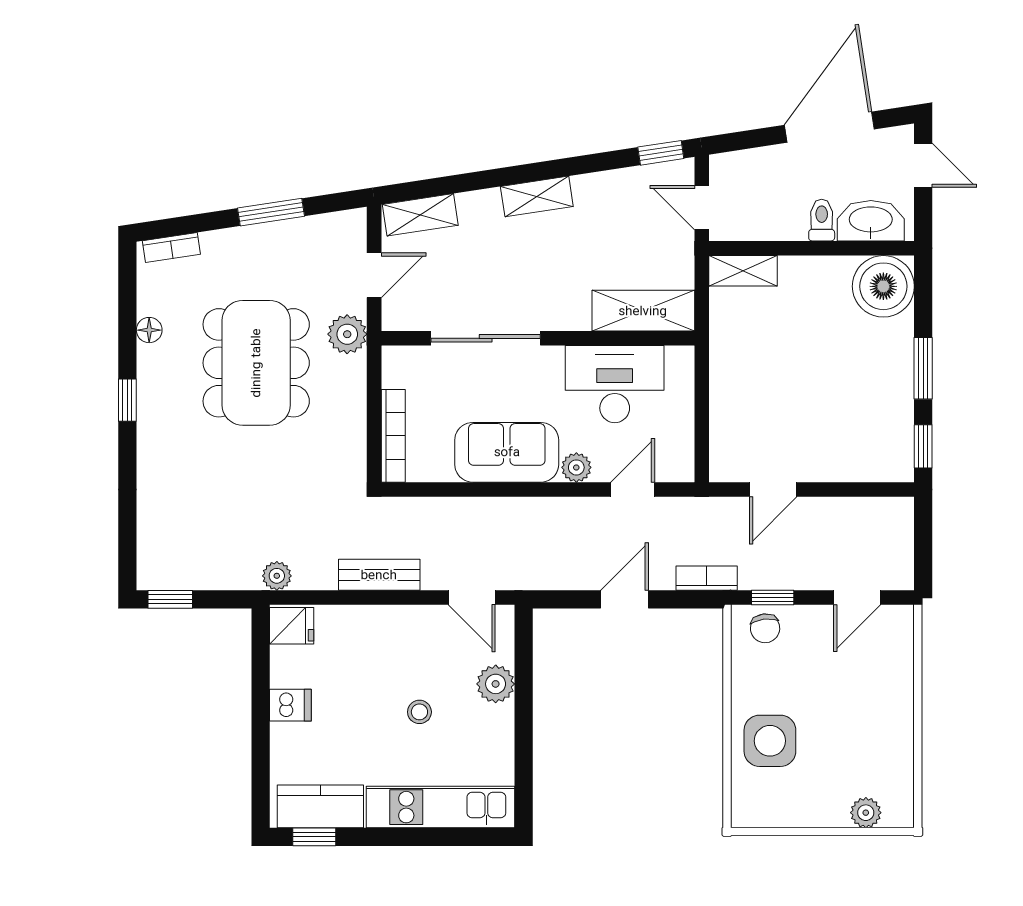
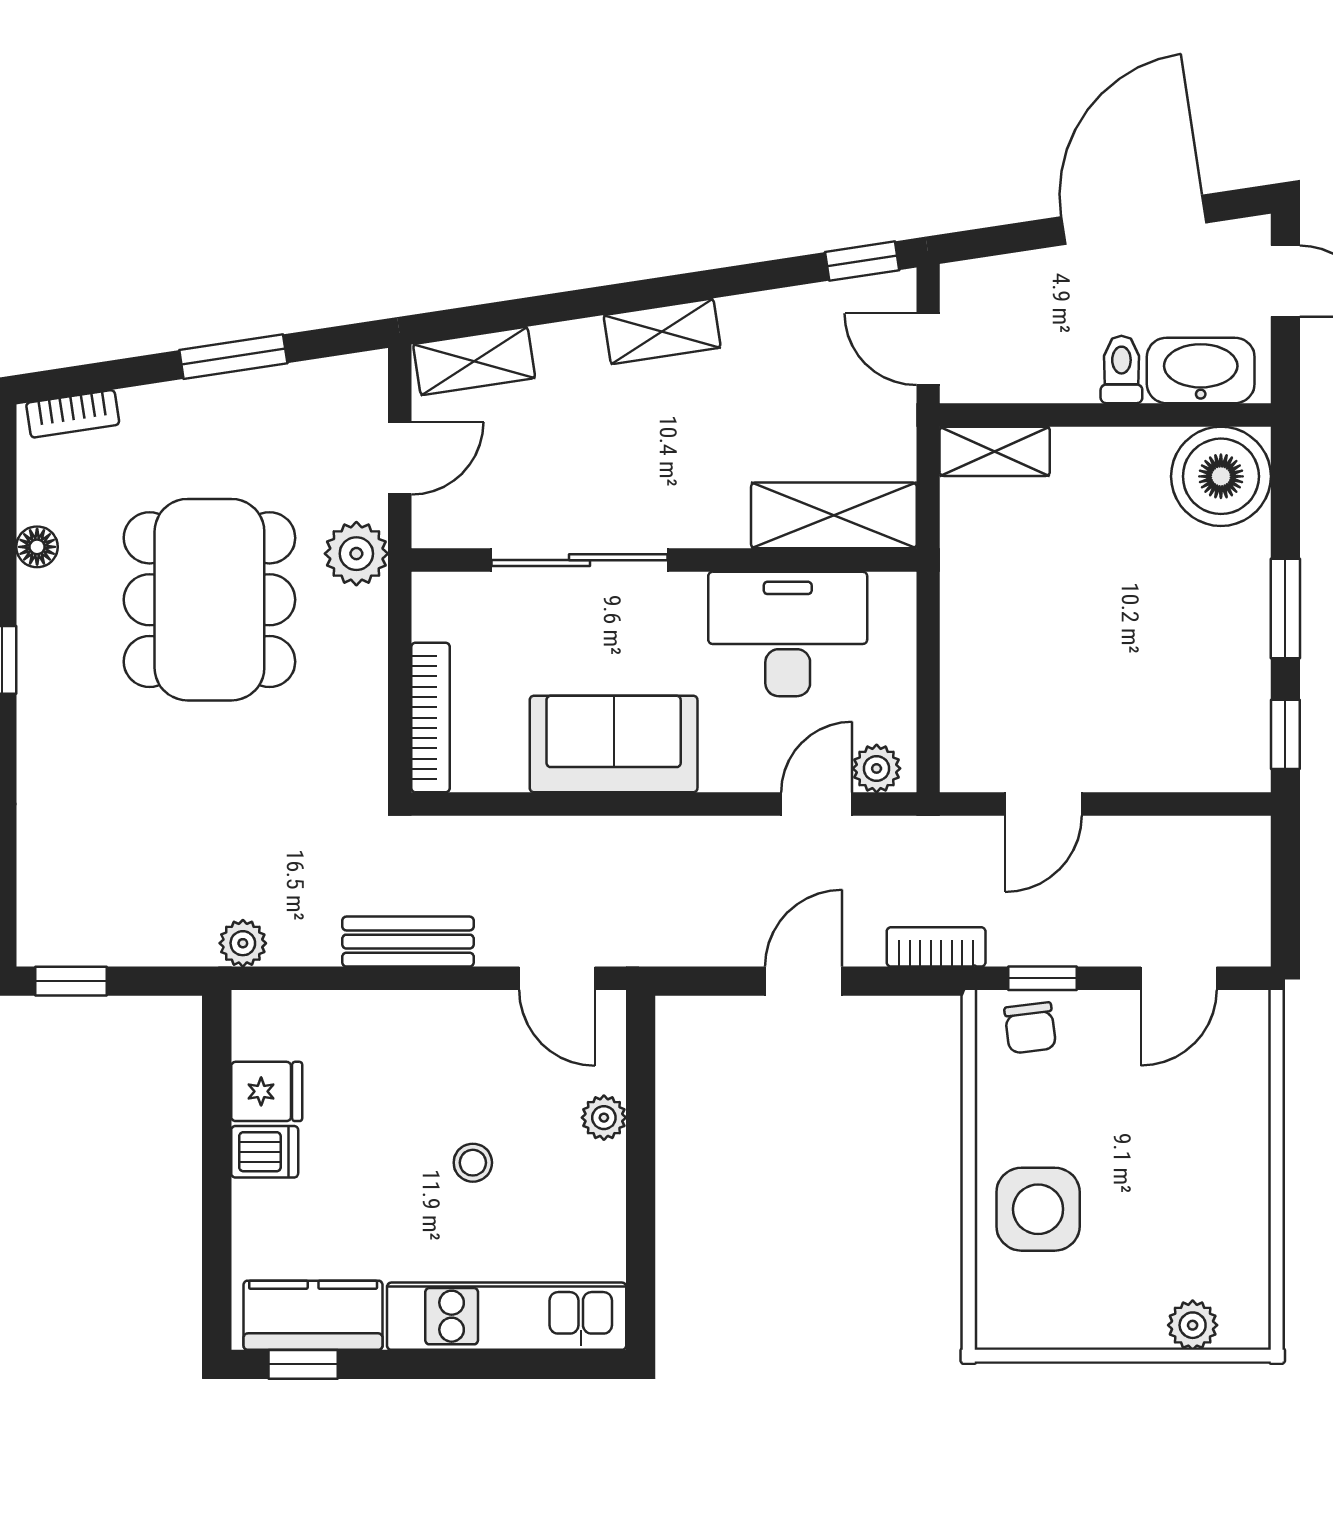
plant: (576, 467) -> (877, 768), moved
fridge: (292, 626) -> (267, 1091), moved
plant: (496, 684) -> (604, 1118), width x0.73, depth x0.73

